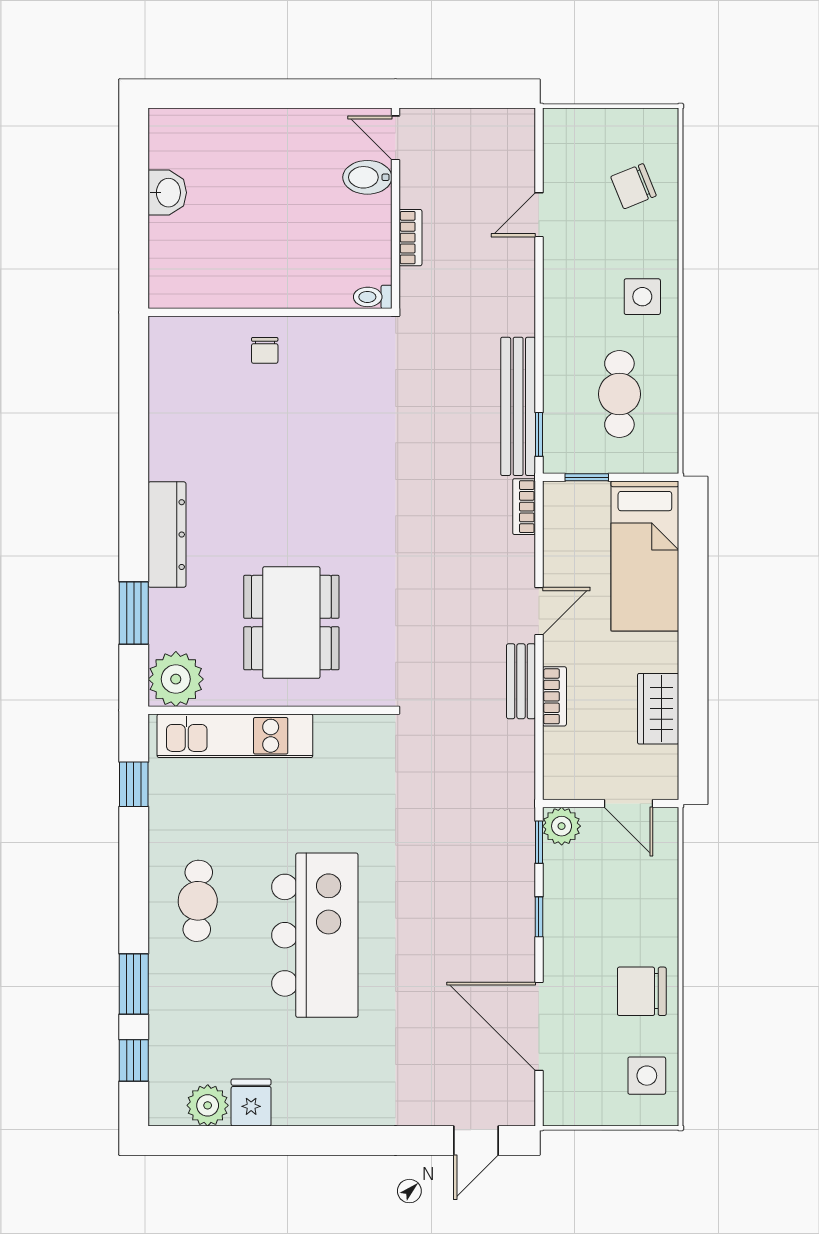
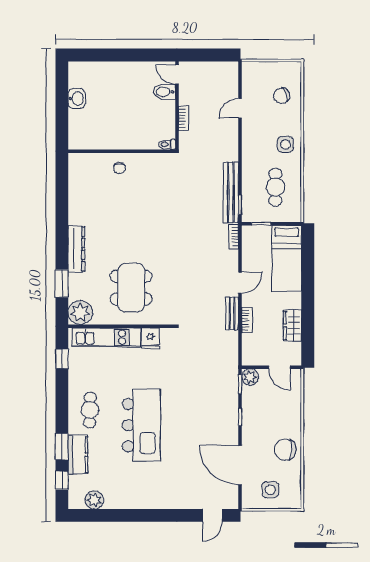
kitchen counter: (170, 1002) -> (78, 455), added
side table: (647, 1076) -> (270, 490), moved
fridge: (251, 1102) -> (150, 338), moved, turned 180

